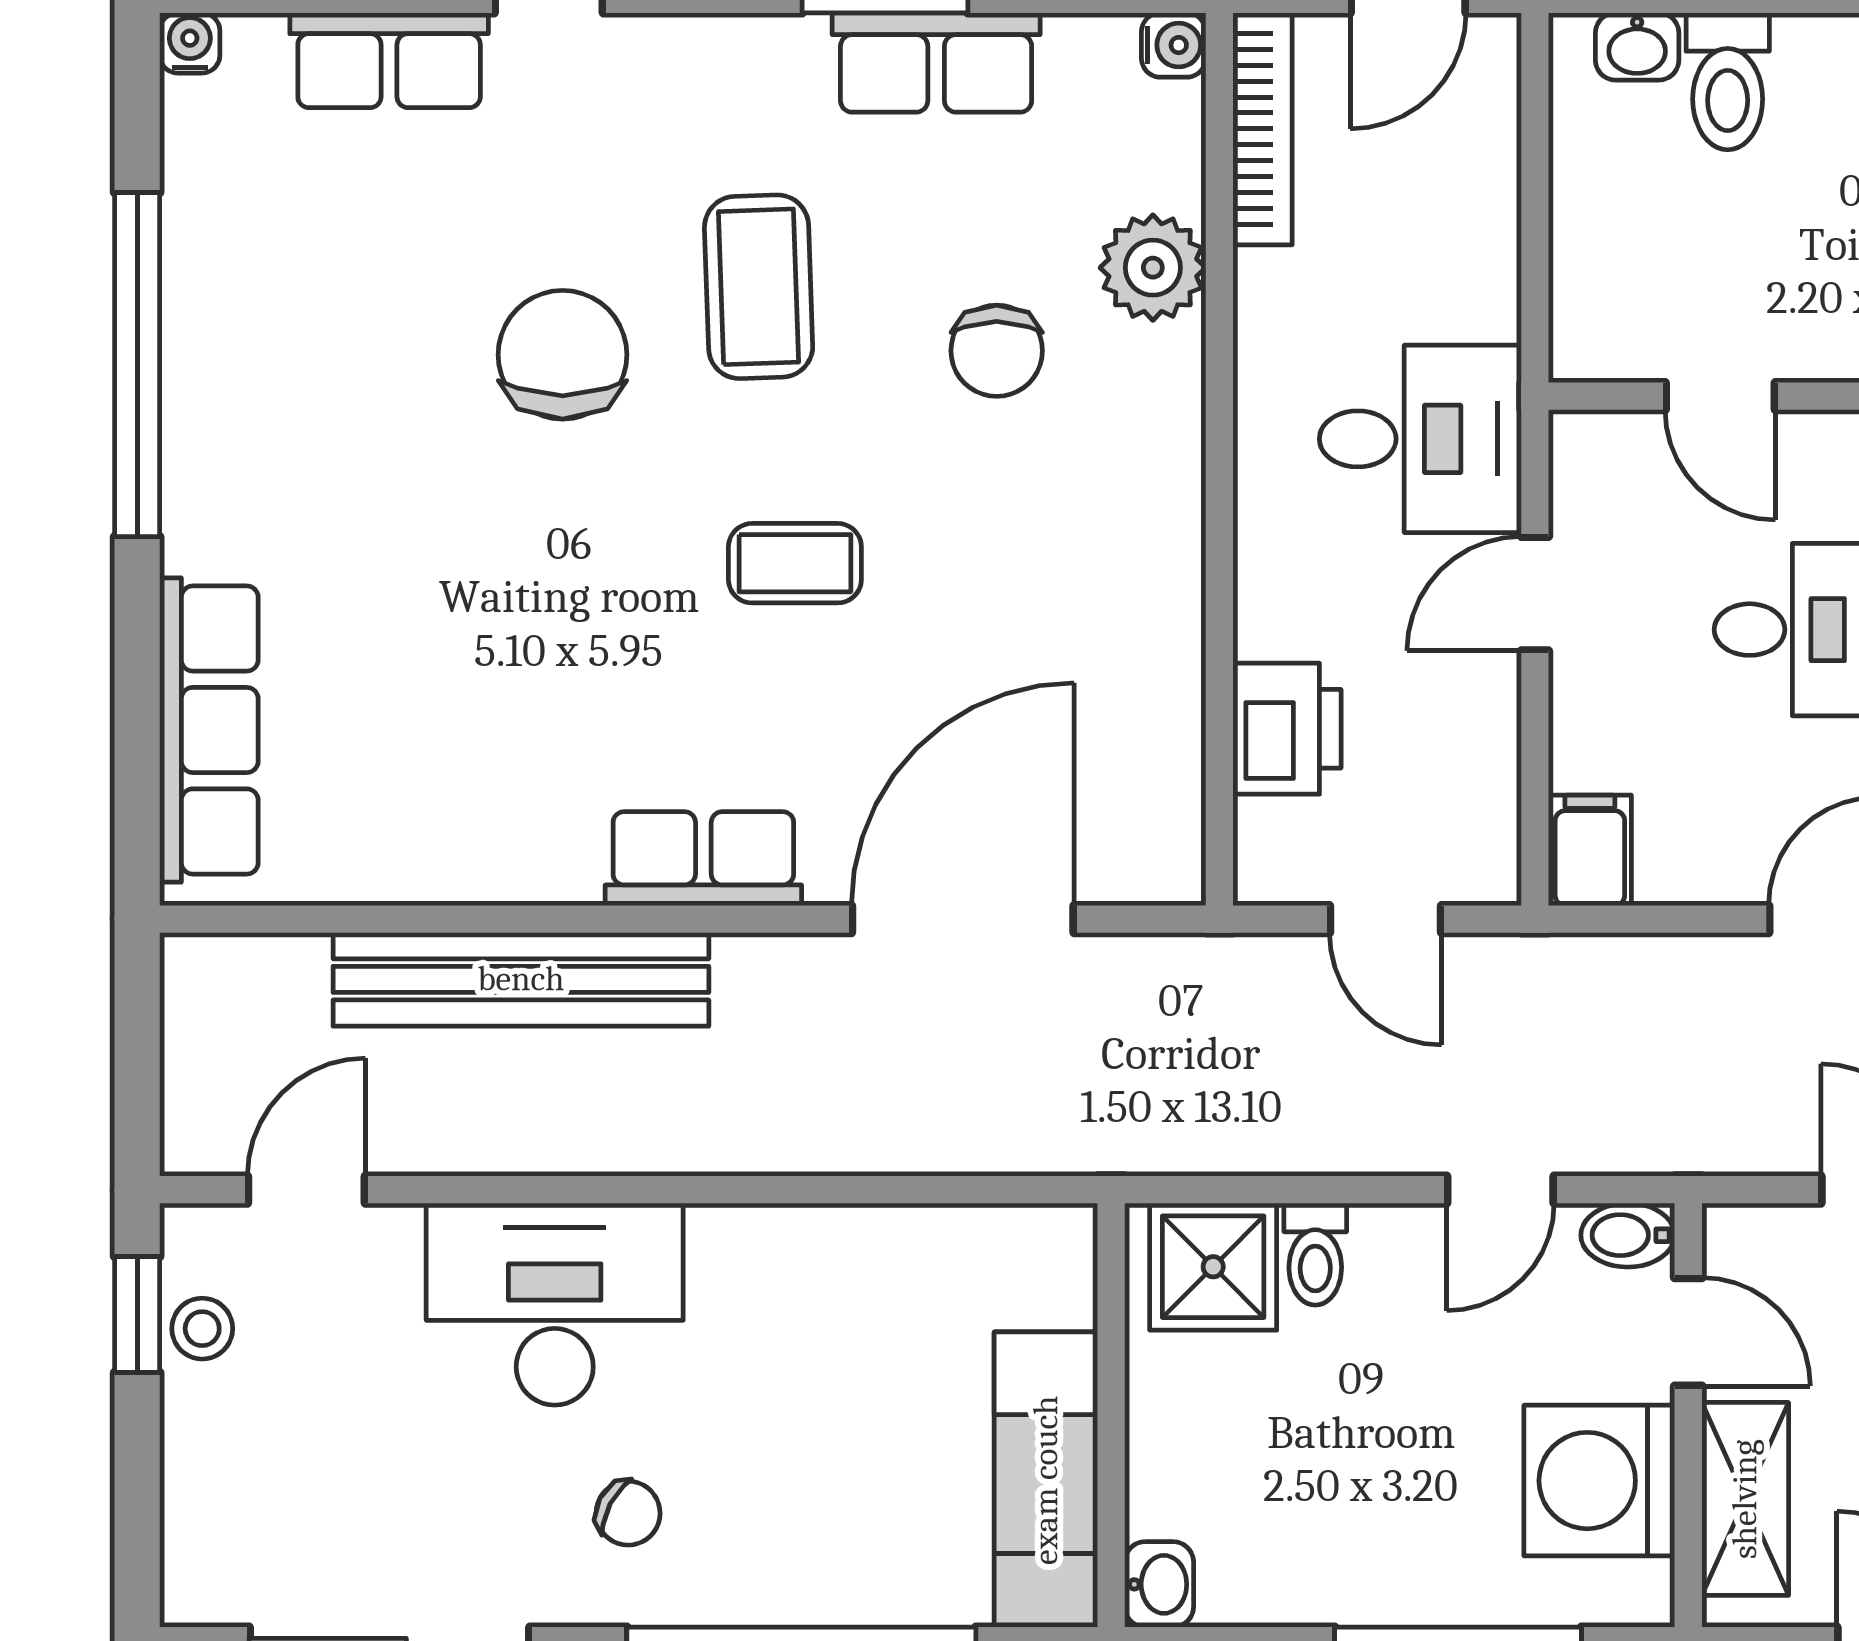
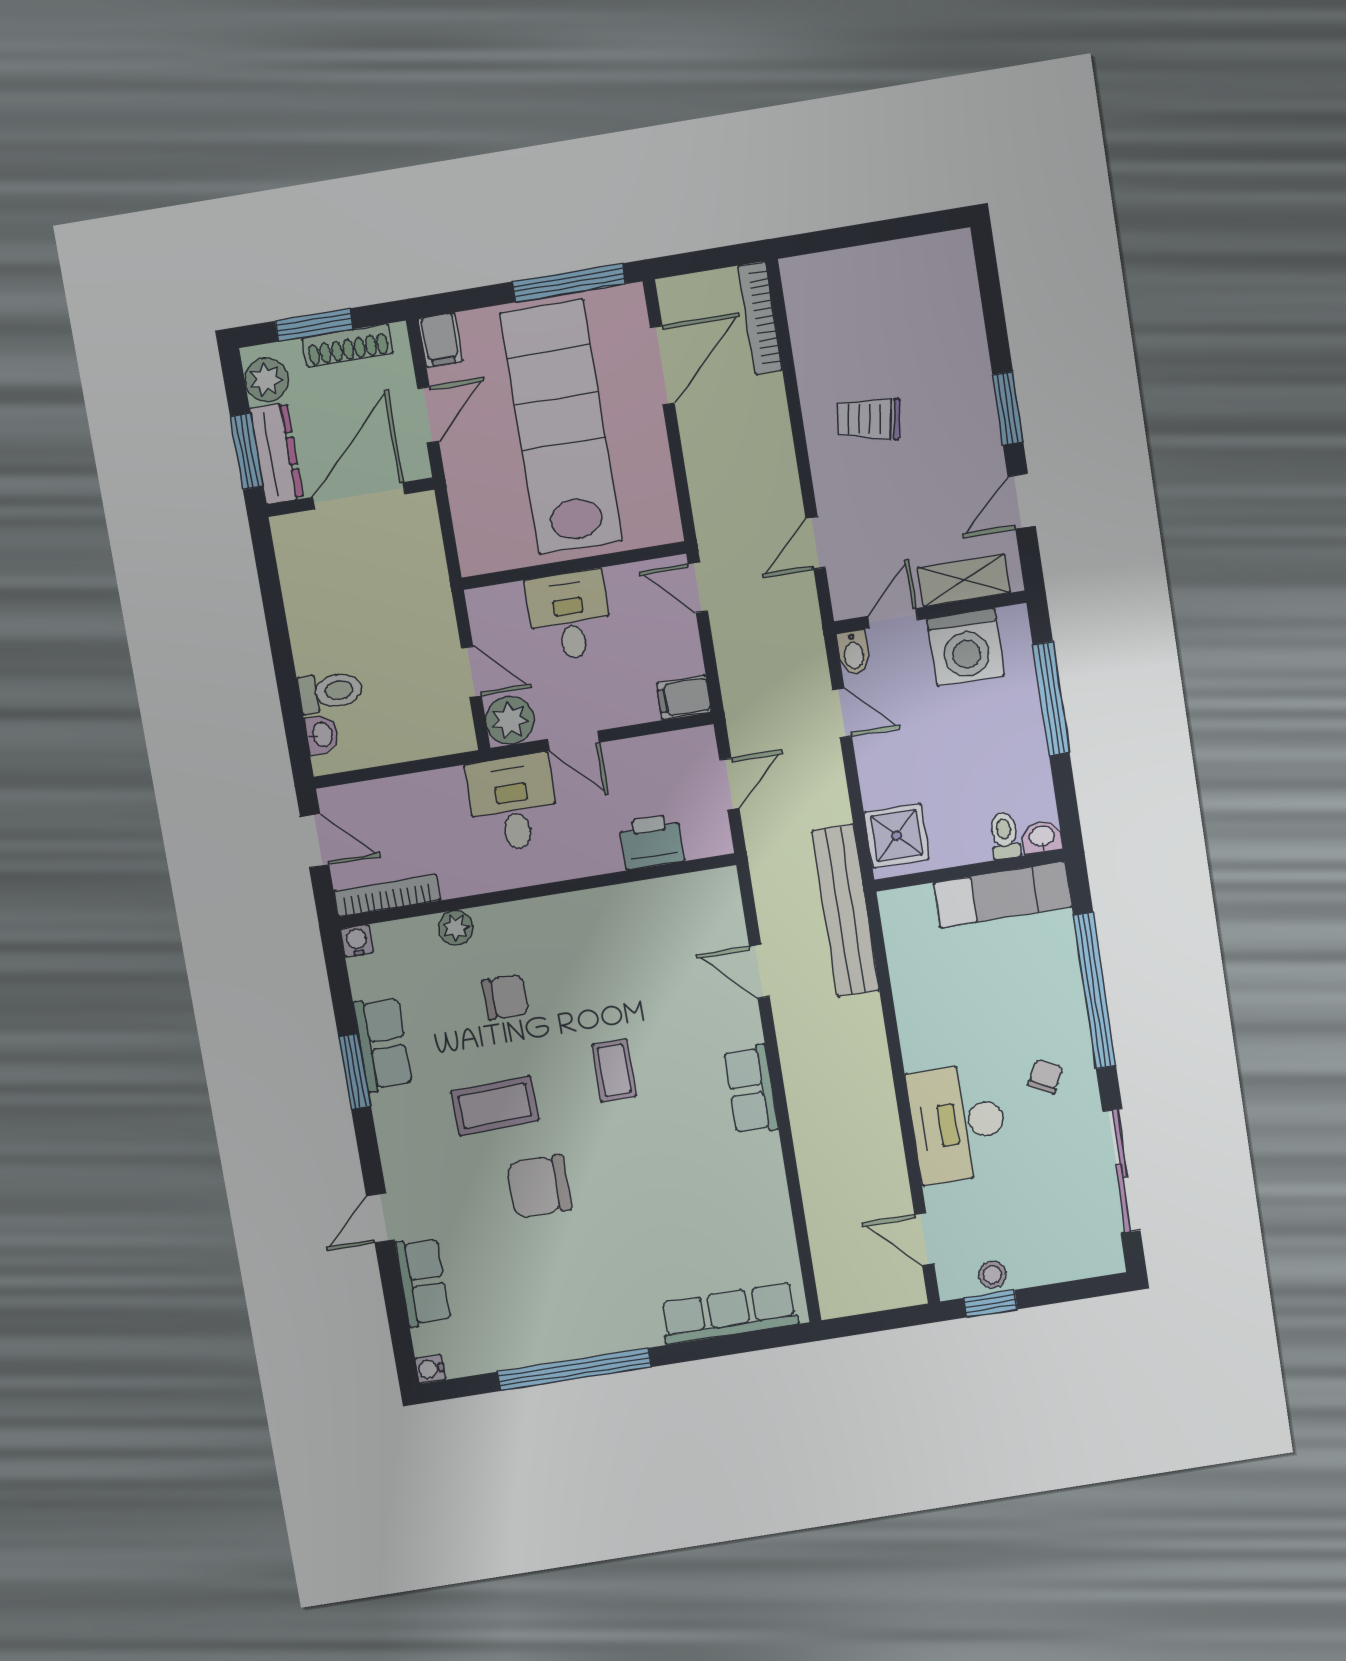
plant: (1153, 268) -> (456, 928), width x0.73, depth x0.73
door: (1720, 396) -> (471, 672), hinge flipped
plant: (1601, 463) -> (510, 720), added
door: (963, 919) -> (759, 971), width x0.53
bench: (521, 979) -> (845, 911), moved
toilet: (1315, 1254) -> (1005, 835), moved, turned -90

